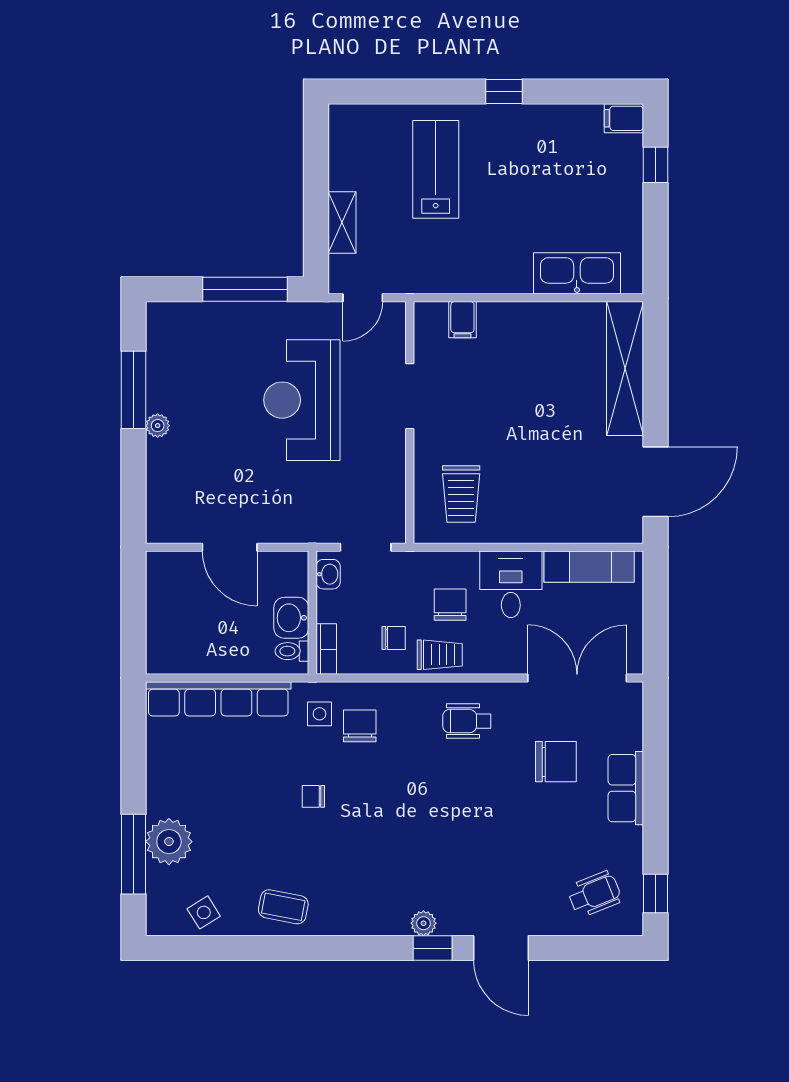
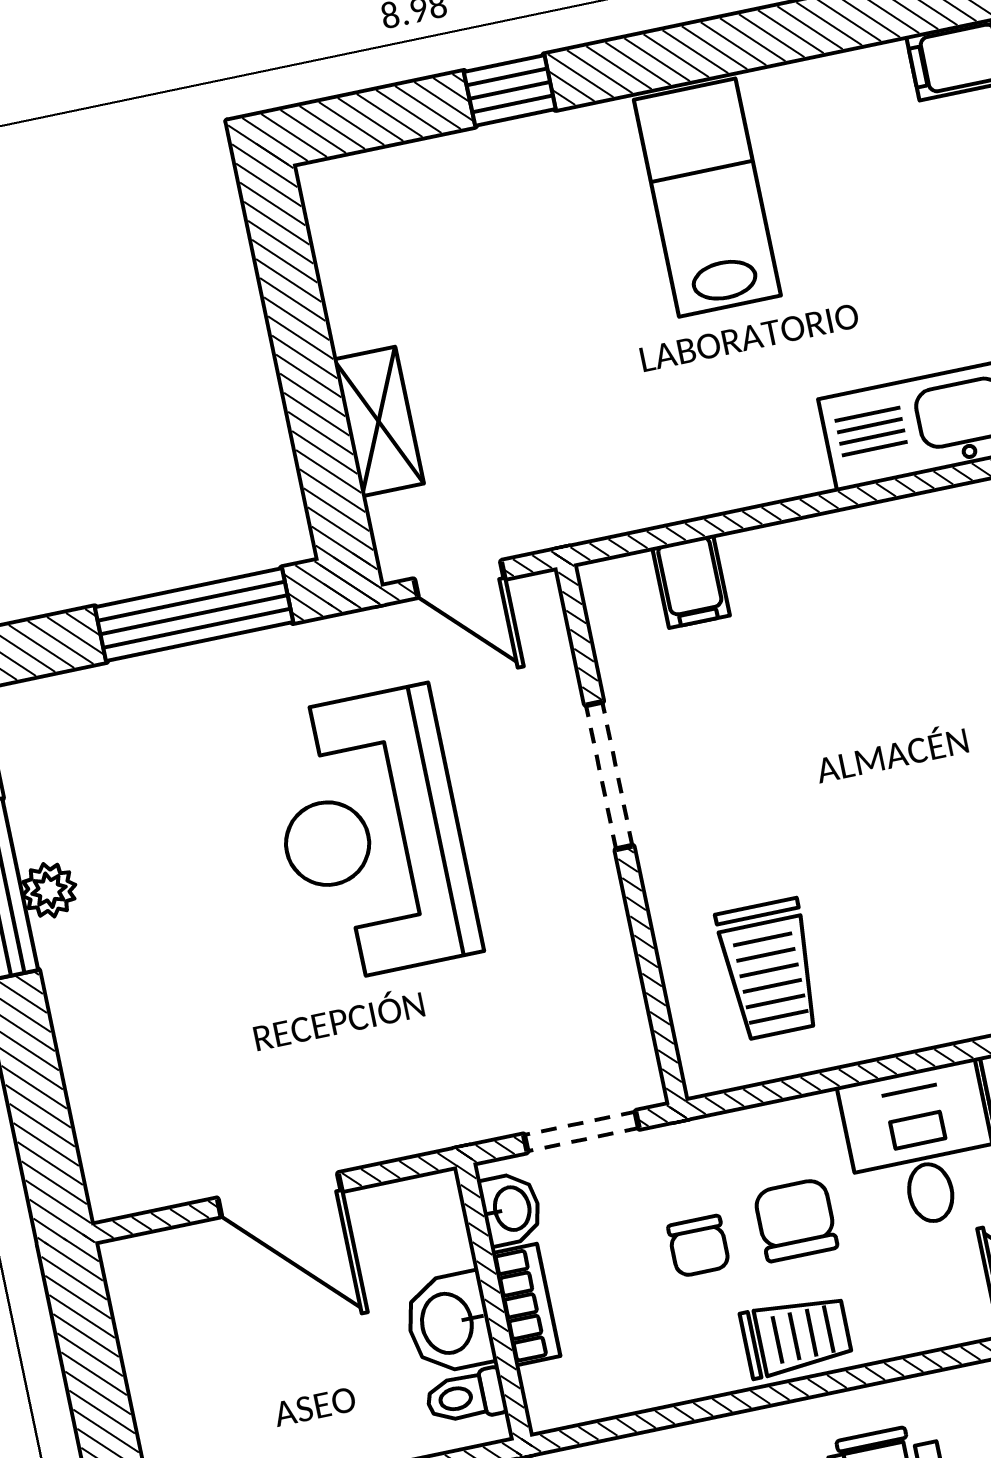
window: (504, 92) -> (510, 90), moved
lab bench: (436, 169) -> (707, 198), moved
door: (363, 298) -> (459, 579), hinge flipped
plant: (158, 426) -> (49, 890), moved
chair: (394, 638) -> (699, 1246), moved, turned 90
bookcase: (326, 649) -> (526, 1305), moved

